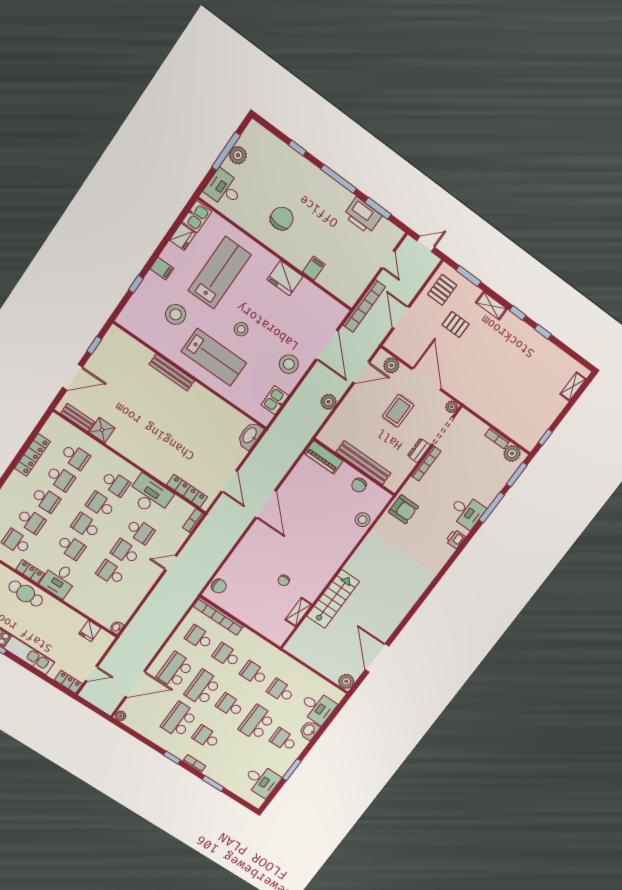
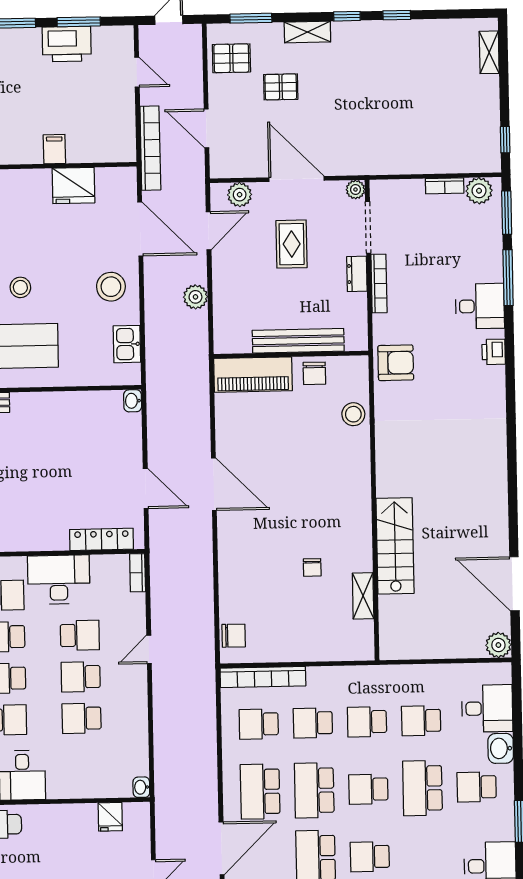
fridge: (285, 278) -> (73, 185), moved
pallet: (442, 290) -> (231, 58), turned 90
washbasin: (250, 436) -> (133, 401), width x0.52, depth x0.69
piano: (324, 457) -> (253, 375), width x1.37, depth x1.33

